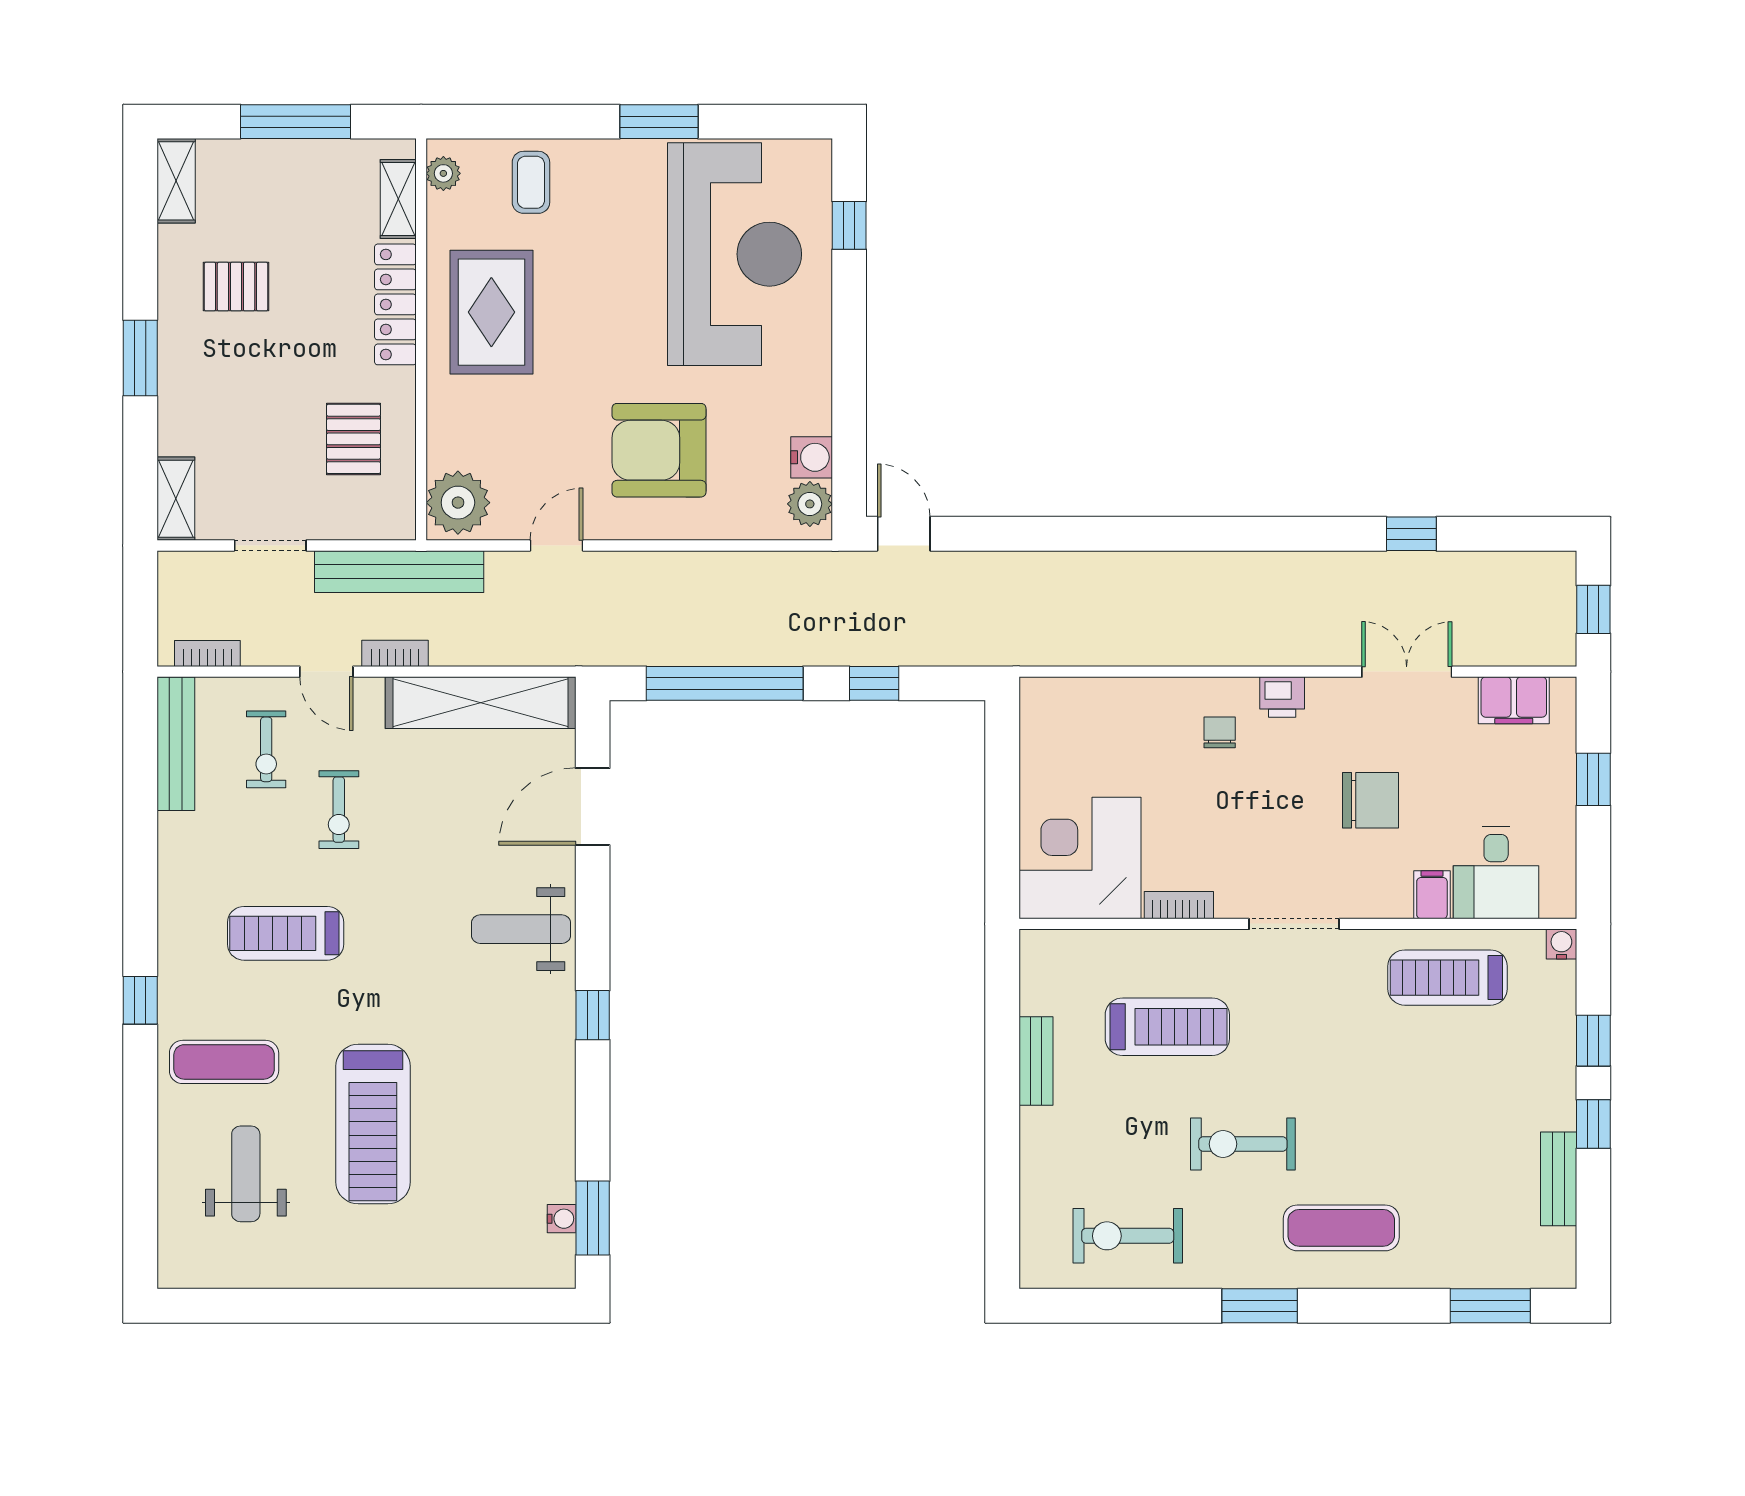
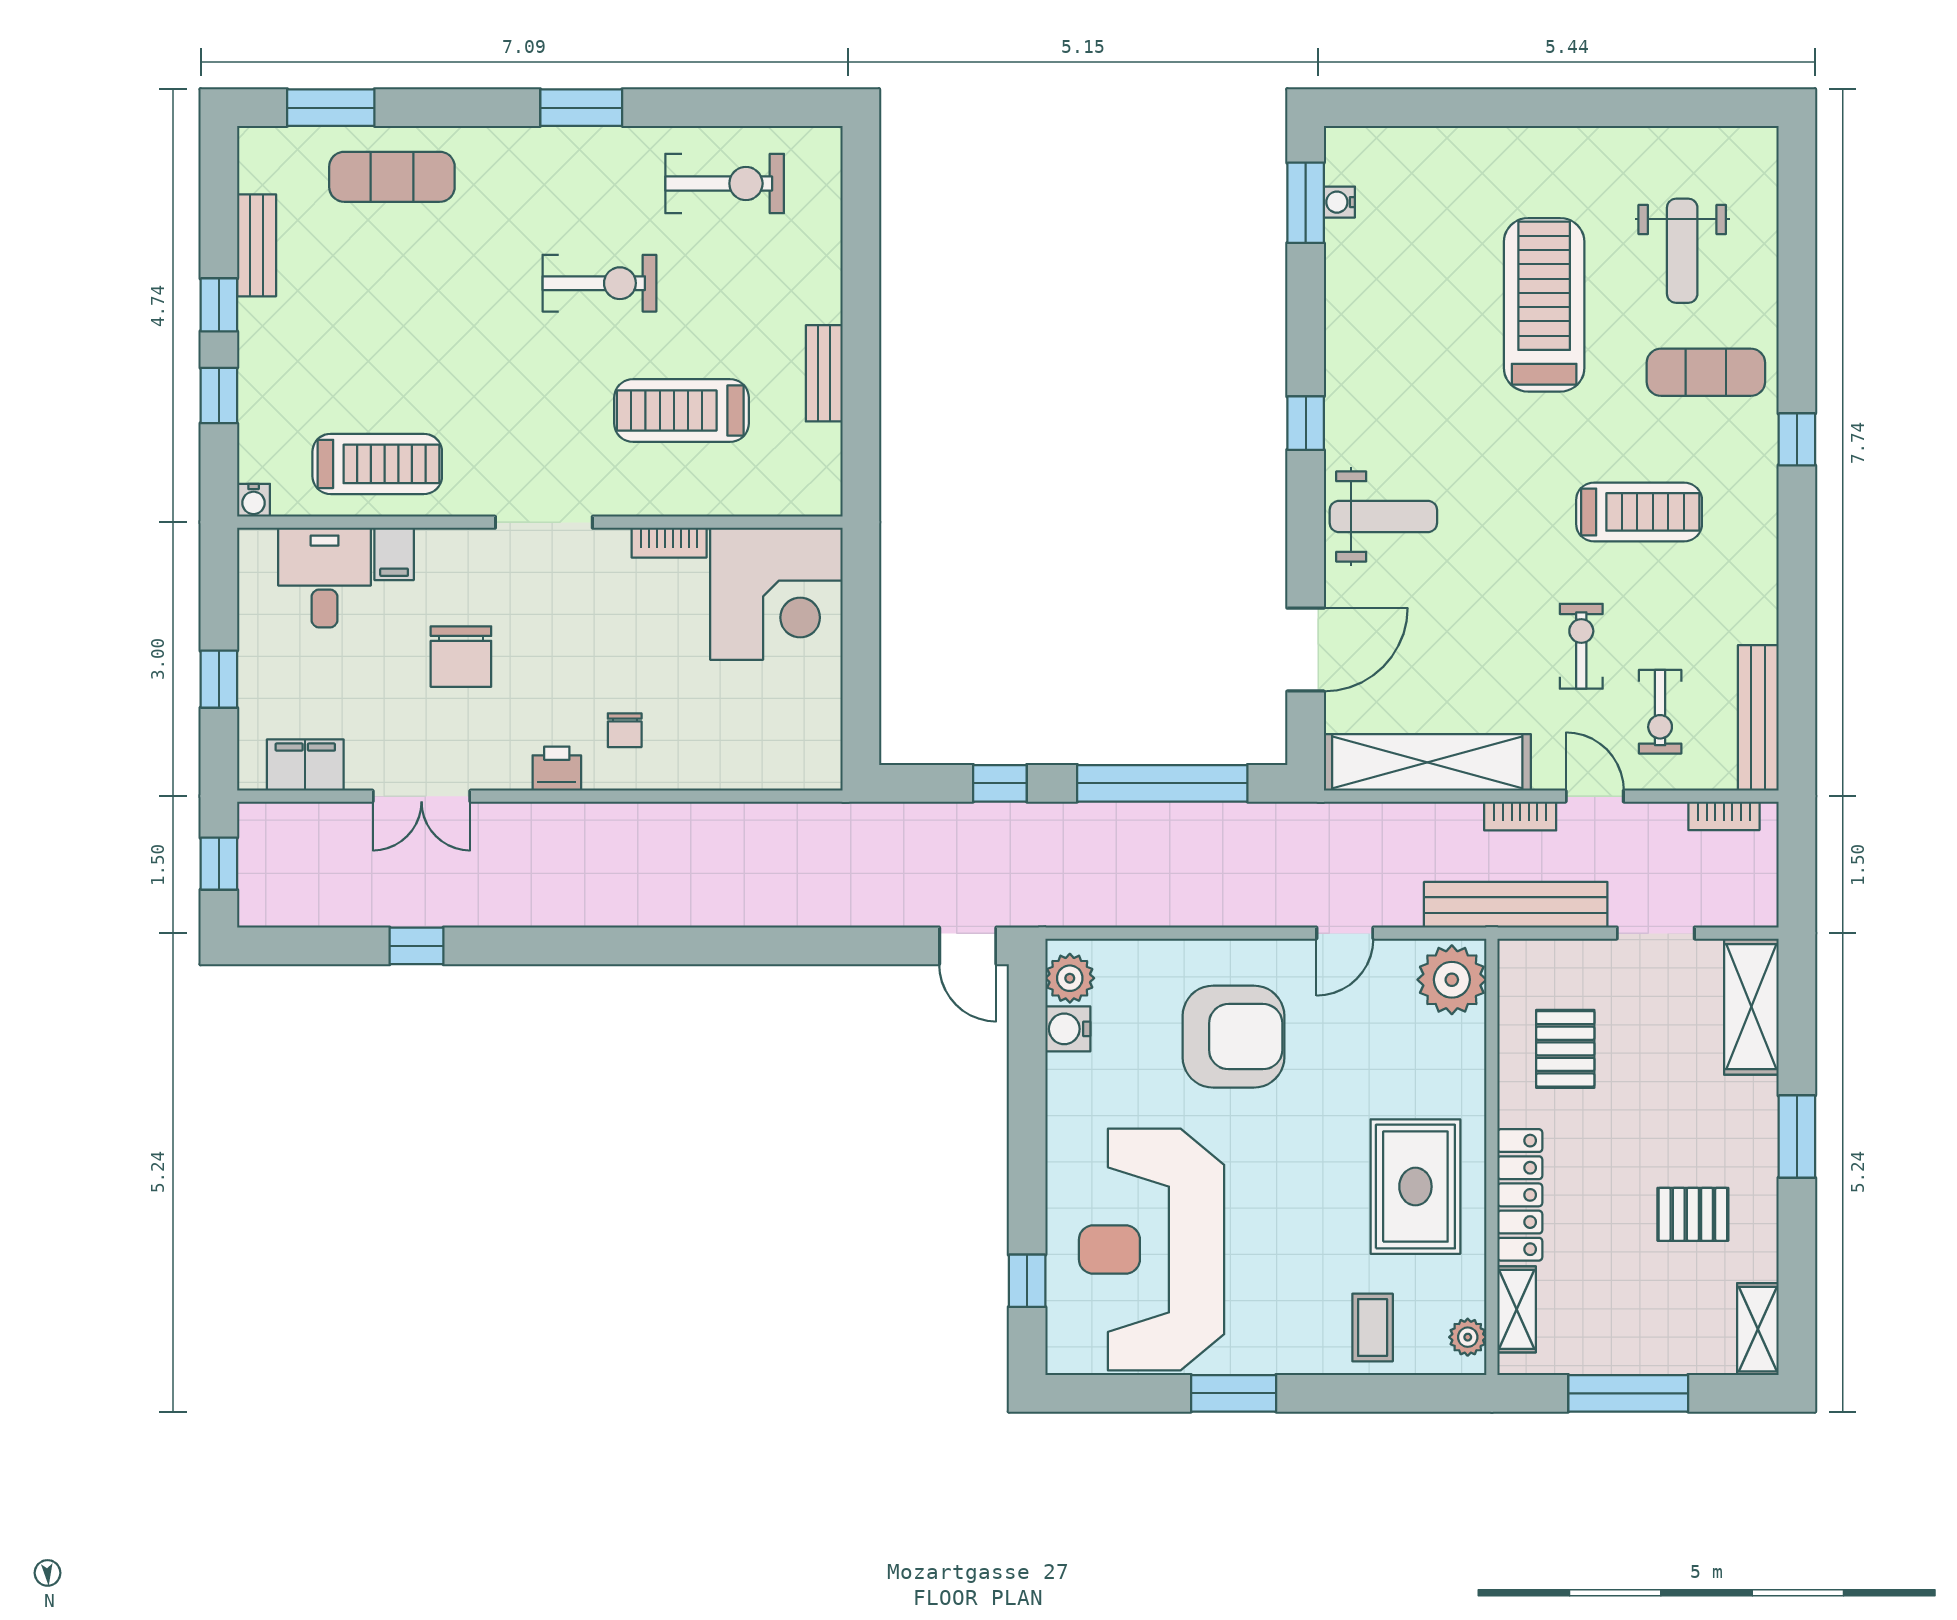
shelving: (176, 499) -> (1751, 1007), width x1.50, depth x1.33
exercise bike: (266, 749) -> (1660, 712), turned 180
chair: (1370, 800) -> (461, 657), turned -90
exercise mat: (1341, 1228) -> (392, 177), moved

